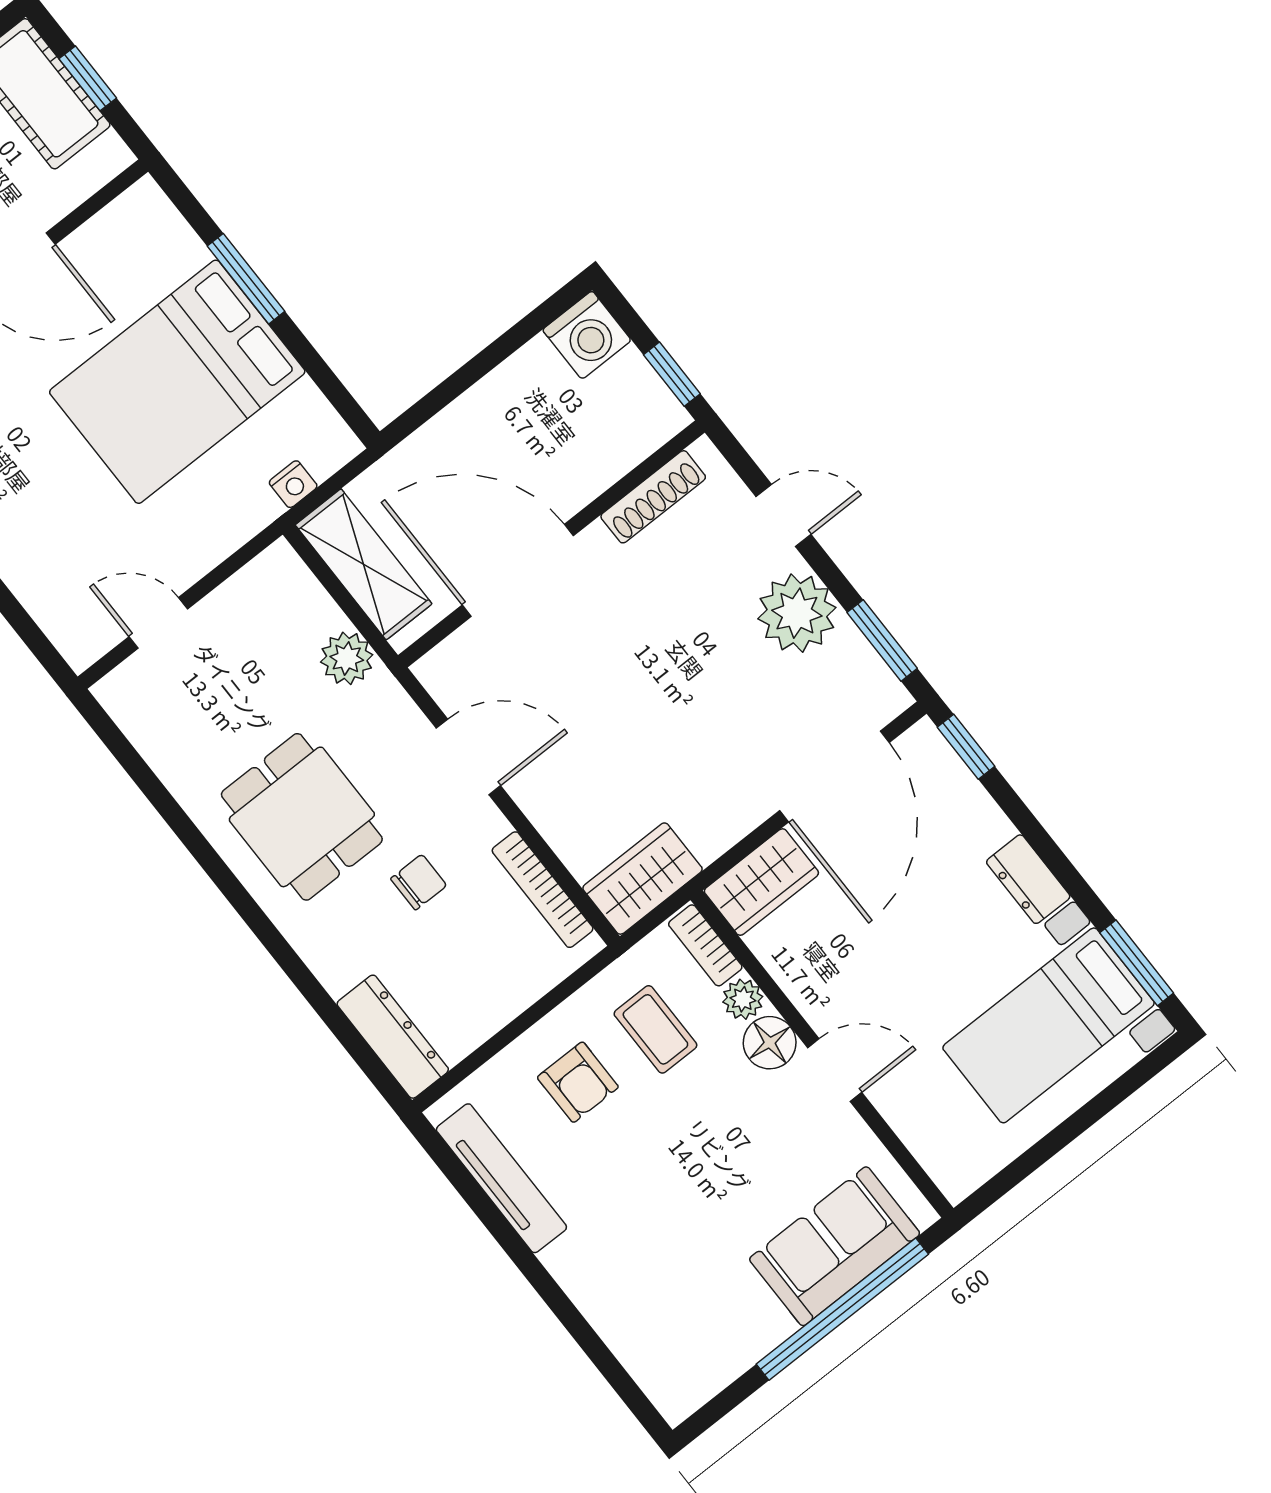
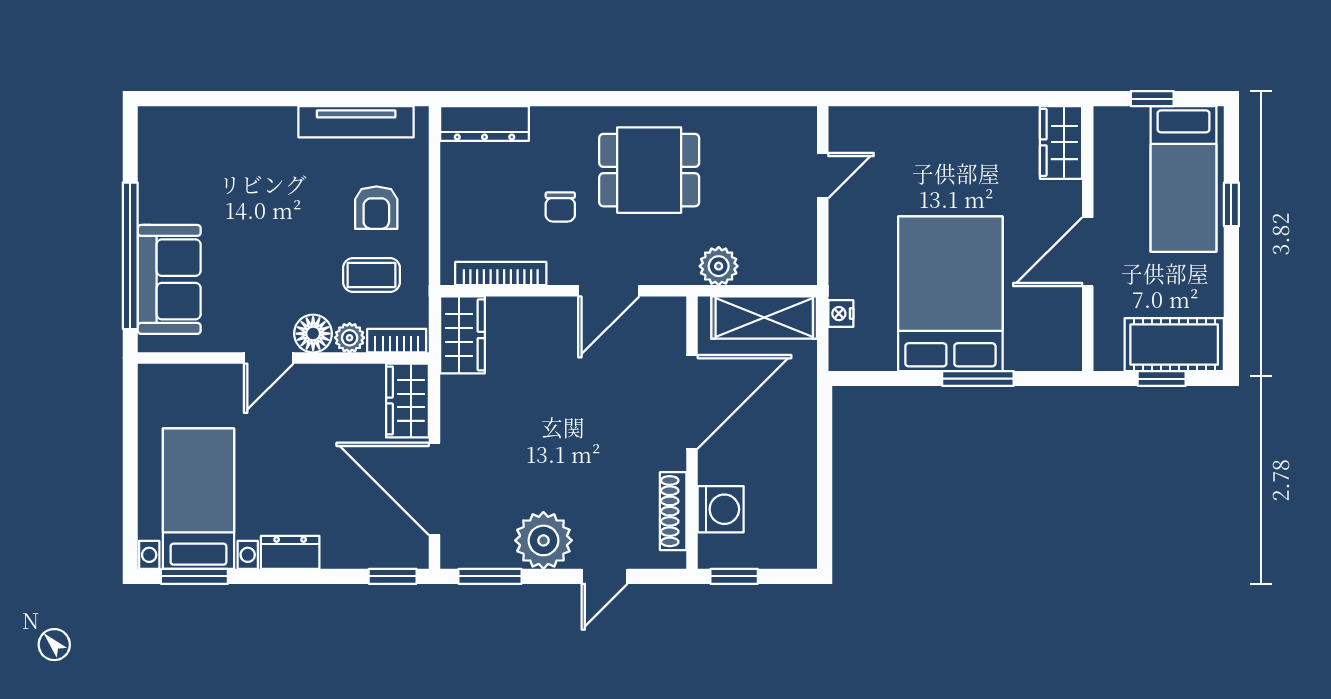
washing machine: (587, 335) -> (721, 509), moved, turned 180
armchair: (578, 1082) -> (376, 208), turned -90

